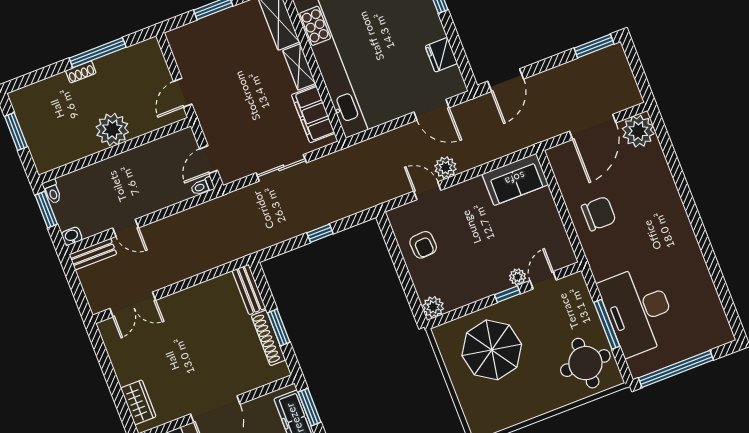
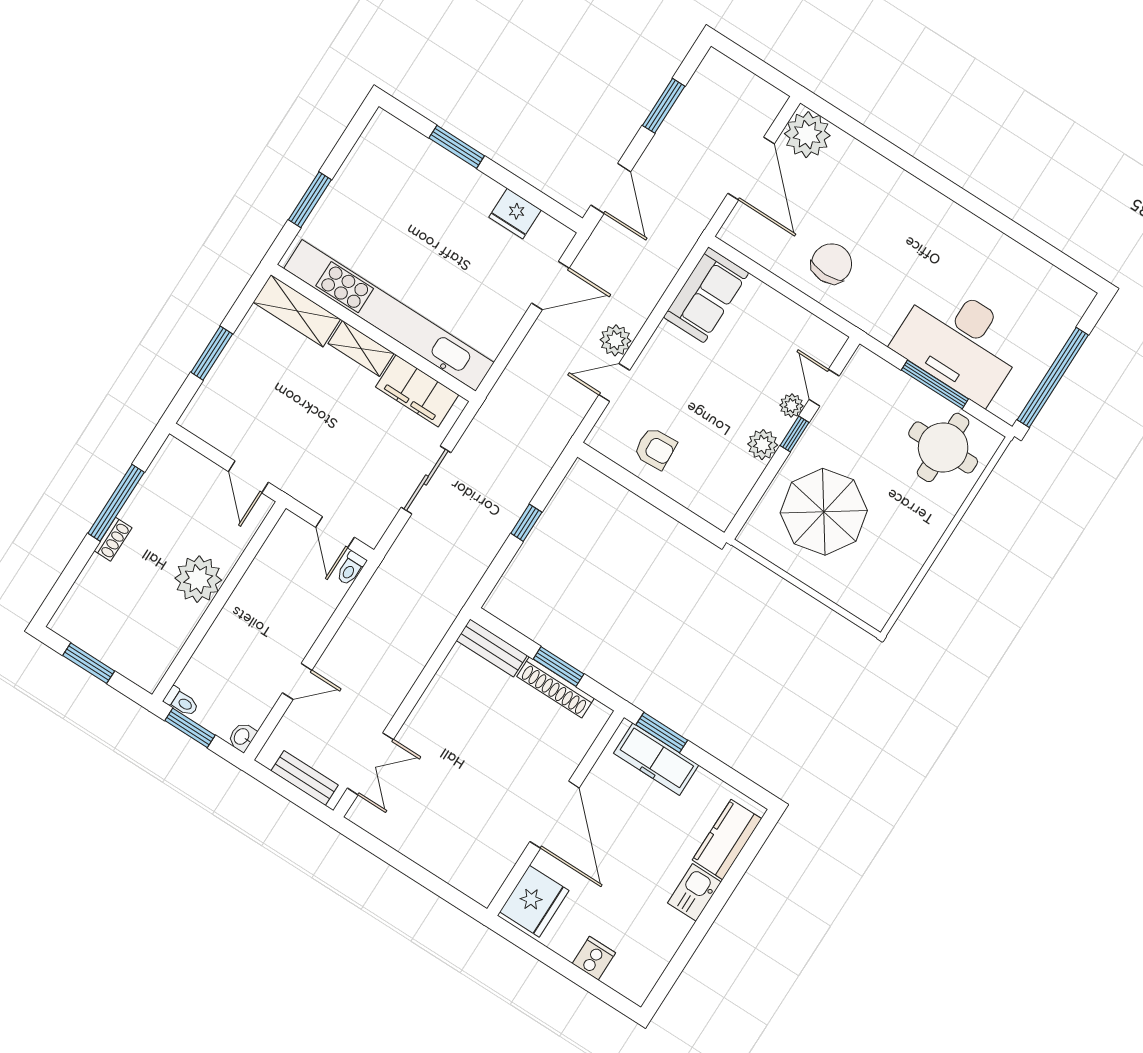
window: (594, 46) -> (664, 106), moved
bench: (93, 254) -> (305, 778), moved, turned 90
plant: (433, 307) -> (763, 445), moved
wardrobe: (138, 402) -> (460, 872), removed

